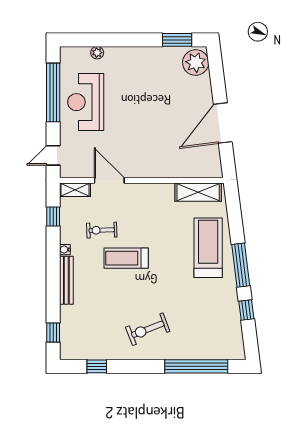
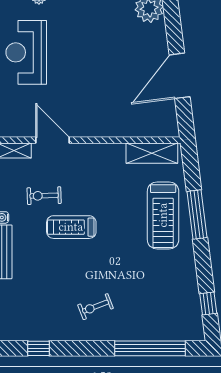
treadmill: (208, 248) -> (163, 215), turned 180
window: (241, 265) -> (197, 214), moved
window: (246, 310) -> (208, 304), moved
exercise bike: (148, 329) -> (95, 307), width x0.73, depth x0.72

